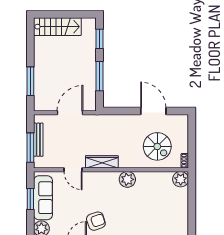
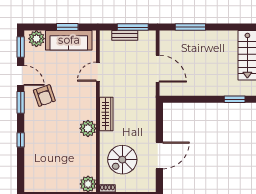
window: (99, 76) -> (196, 99), removed
bench: (38, 140) -> (125, 35), width x0.73
window: (30, 148) -> (133, 27), moved
wardrobe: (102, 162) -> (106, 114), moved

